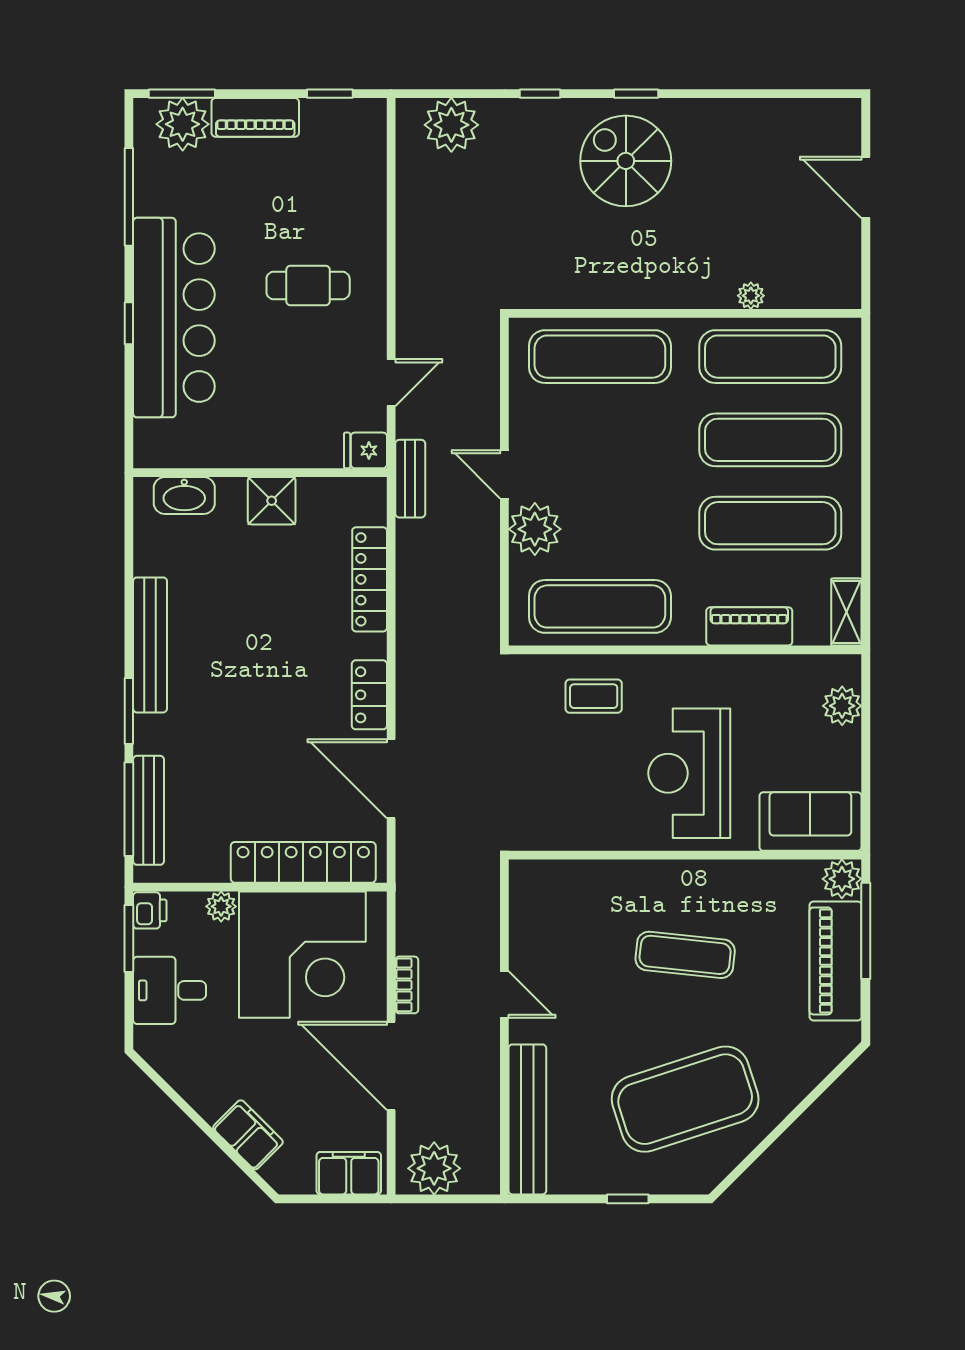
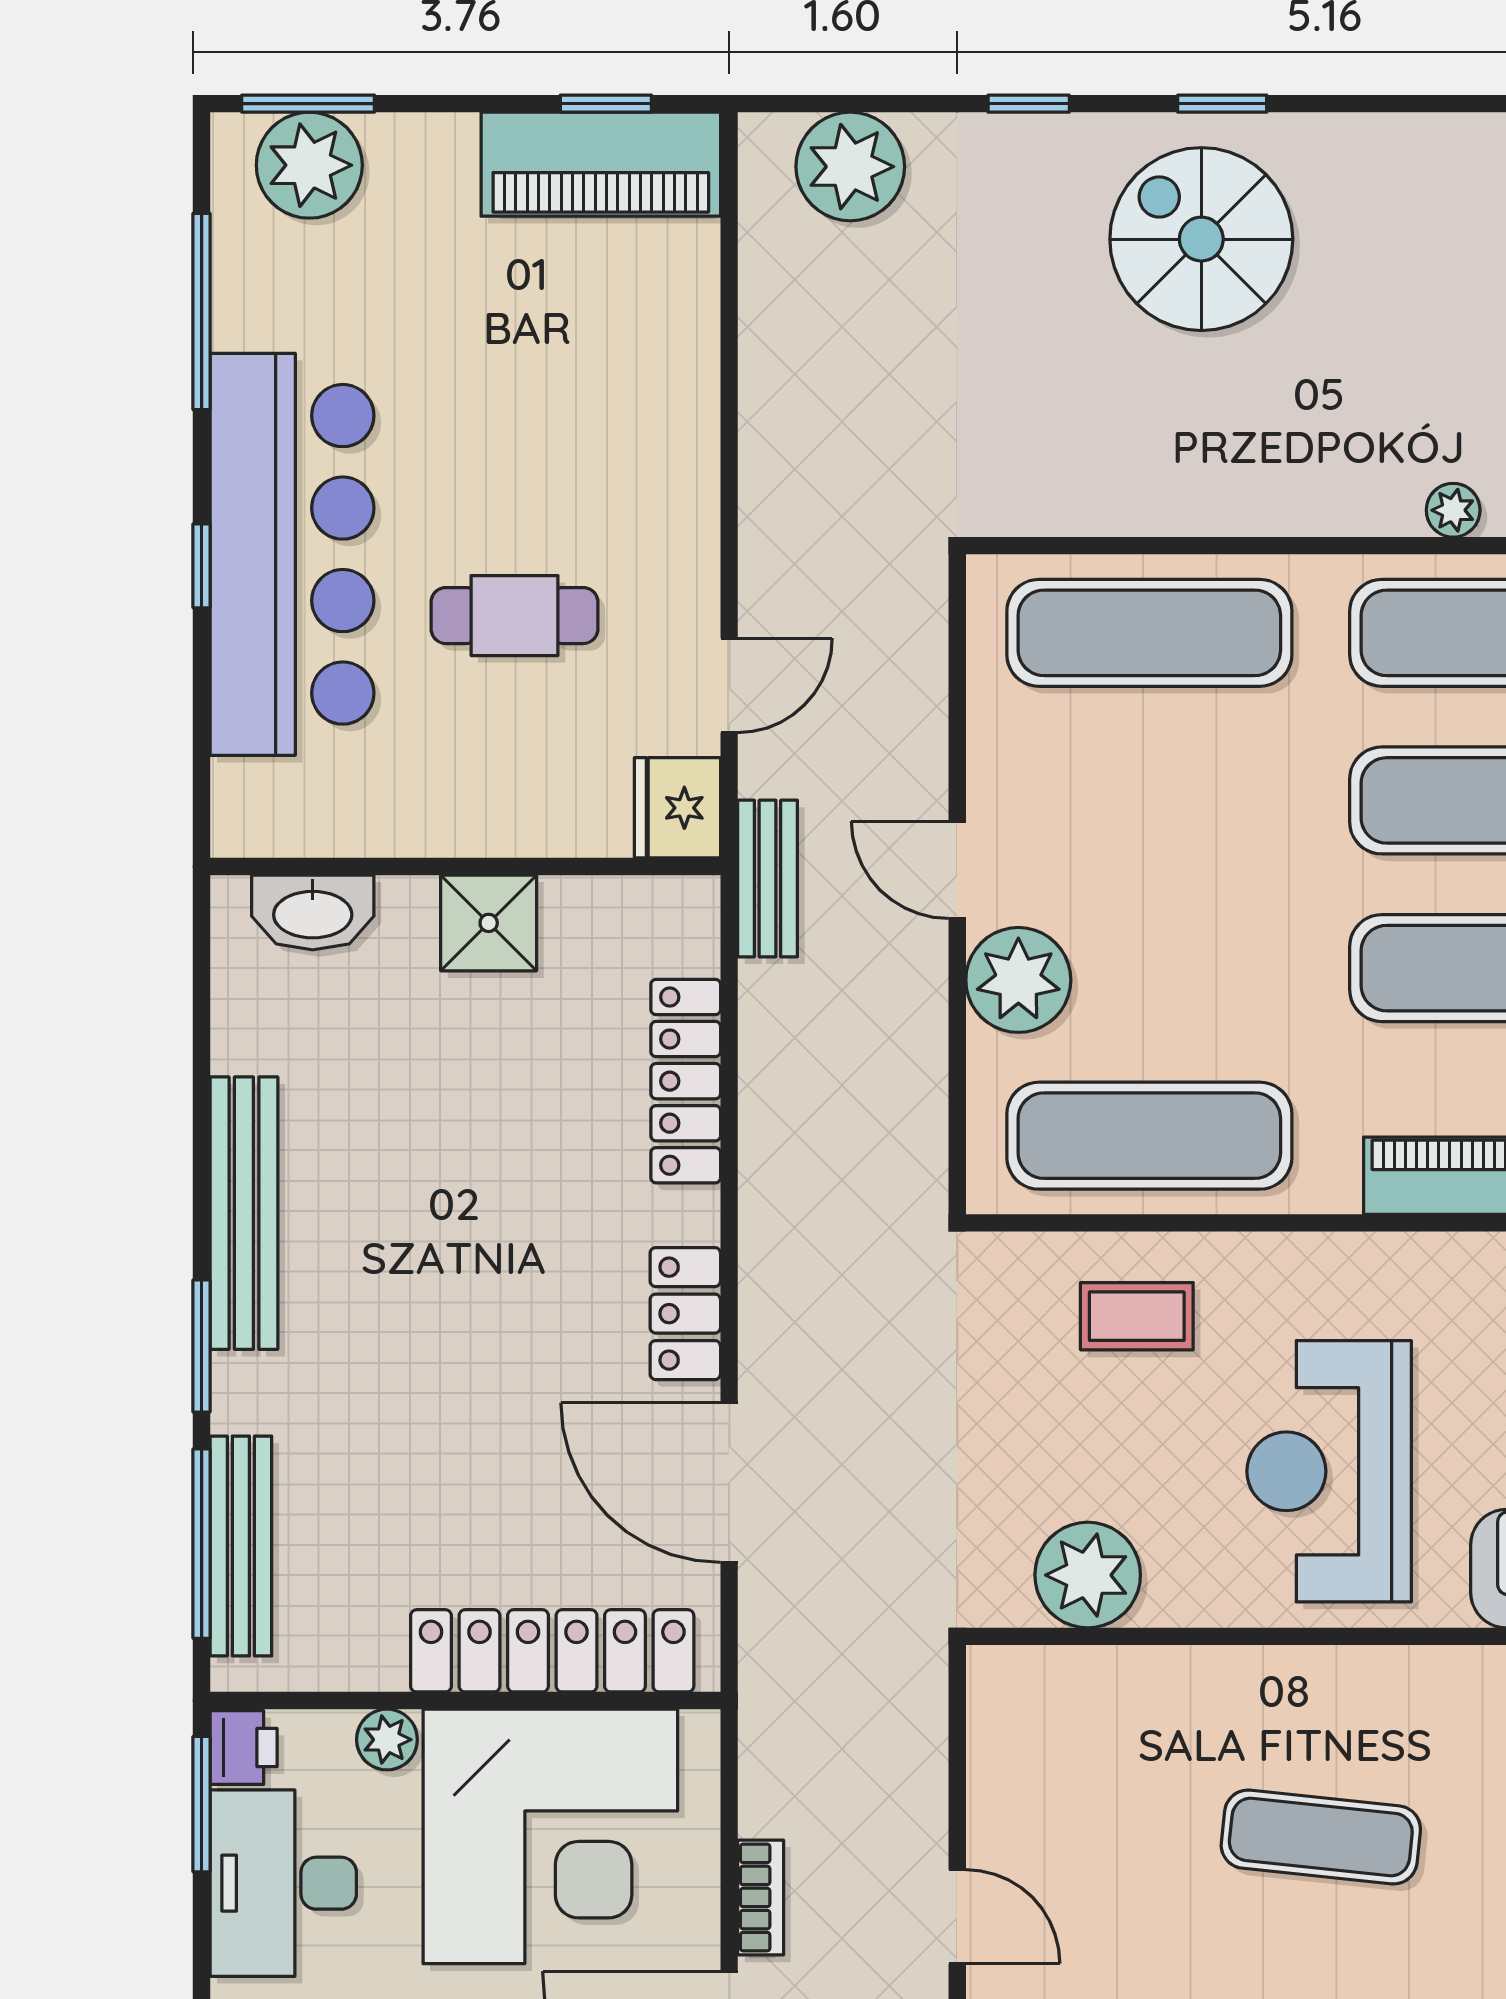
piano: (255, 117) -> (601, 164), moved, width x1.37, depth x1.33
cafe table: (308, 285) -> (514, 616), moved
fridge: (365, 450) -> (677, 808), width x1.38
plant: (569, 825) -> (1088, 1575), added
desk: (170, 990) -> (283, 1883), width x1.37

